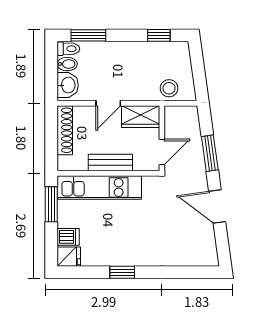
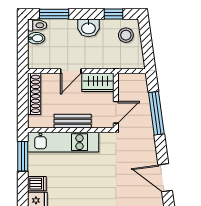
washbasin: (68, 85) -> (88, 28), moved, turned 90
stool: (169, 88) -> (126, 35), moved
window: (210, 153) -> (156, 113), width x1.44
door: (217, 207) -> (165, 178), moved

